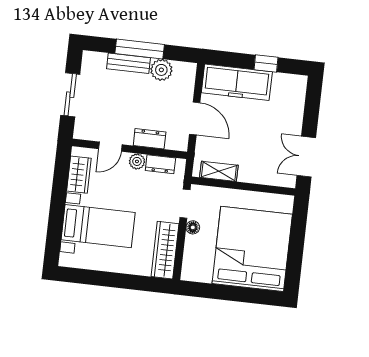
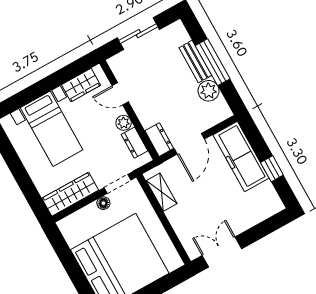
dresser: (150, 139) -> (159, 140), moved

